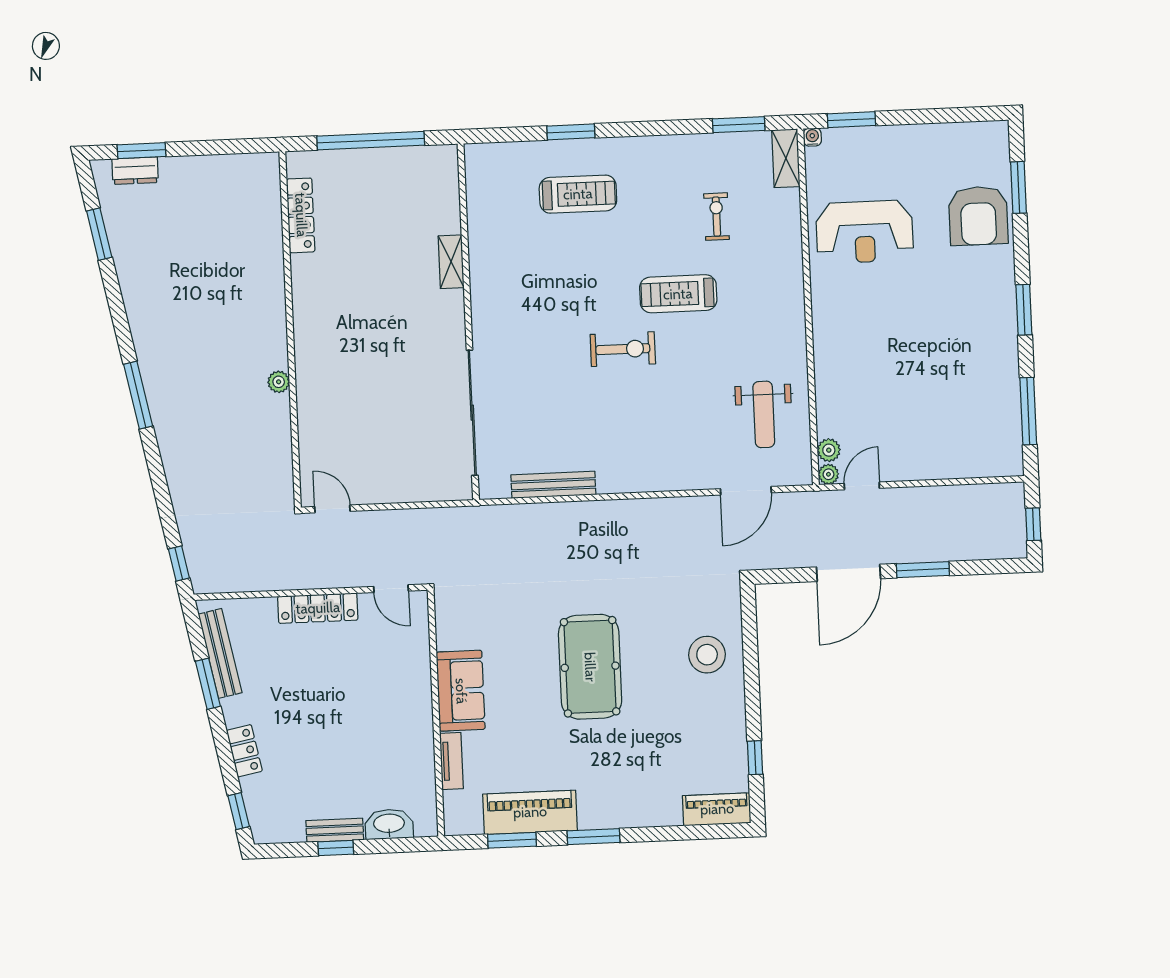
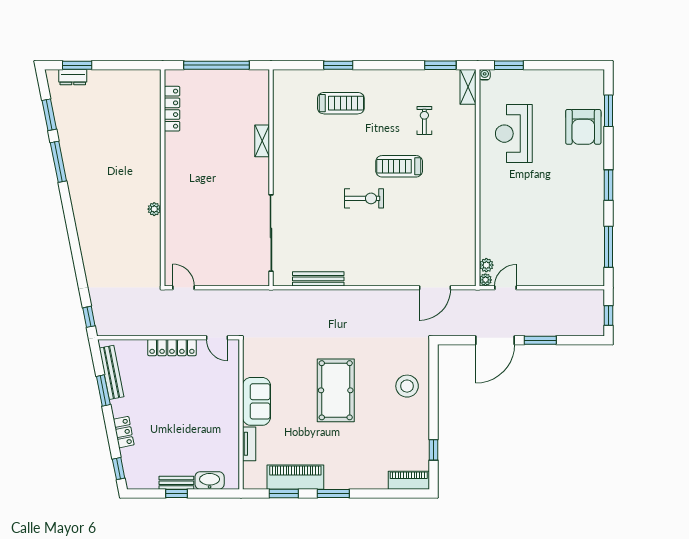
reception desk: (865, 232) -> (514, 134), turned 90
window: (138, 395) -> (58, 162), moved
weight bench: (764, 414) -> (448, 242), removed

